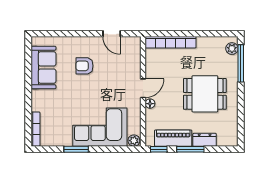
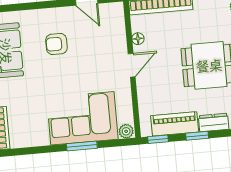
floor lamp: (150, 104) -> (138, 39), moved
window: (76, 149) -> (82, 146), moved
window: (190, 149) -> (197, 136), width x0.67

